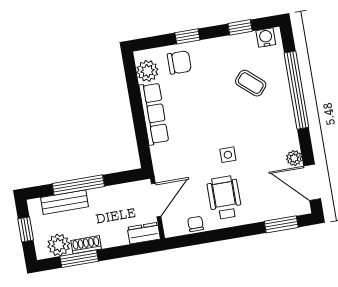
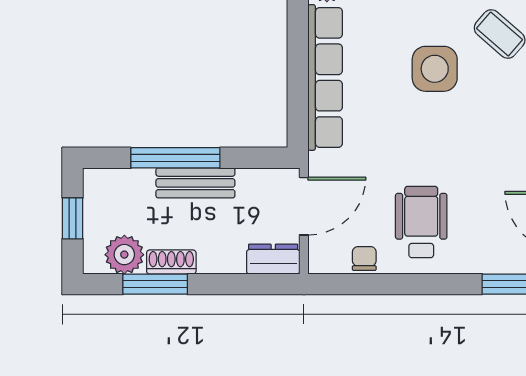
row of seats: (154, 114) -> (325, 77), width x1.36
side table: (228, 155) -> (435, 69), moved, width x1.87, depth x1.87
bench: (64, 202) -> (195, 183), moved

